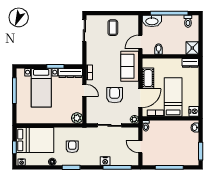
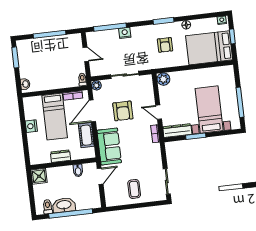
washbasin: (152, 21) -> (64, 205), moved
dresser: (190, 63) -> (61, 156), moved
nightstand: (194, 111) -> (31, 126), moved

